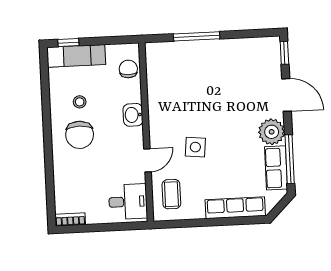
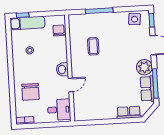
washbasin: (133, 115) -> (62, 69), moved
chair: (80, 135) -> (30, 92), moved
side table: (195, 147) -> (135, 19), moved
coffee table: (171, 194) -> (93, 46), moved
row of seats: (235, 208) -> (129, 112), width x0.68

